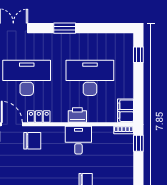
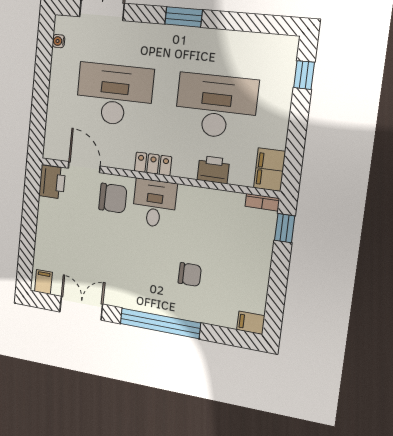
printer: (77, 115) -> (213, 170), moved
locker: (39, 117) -> (153, 164), moved
desk: (78, 140) -> (154, 203), moved

